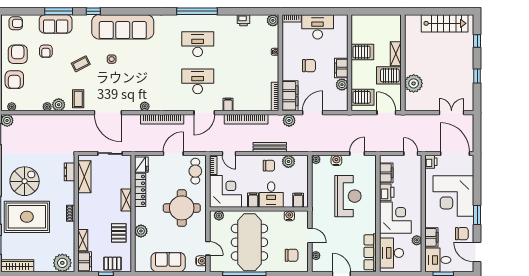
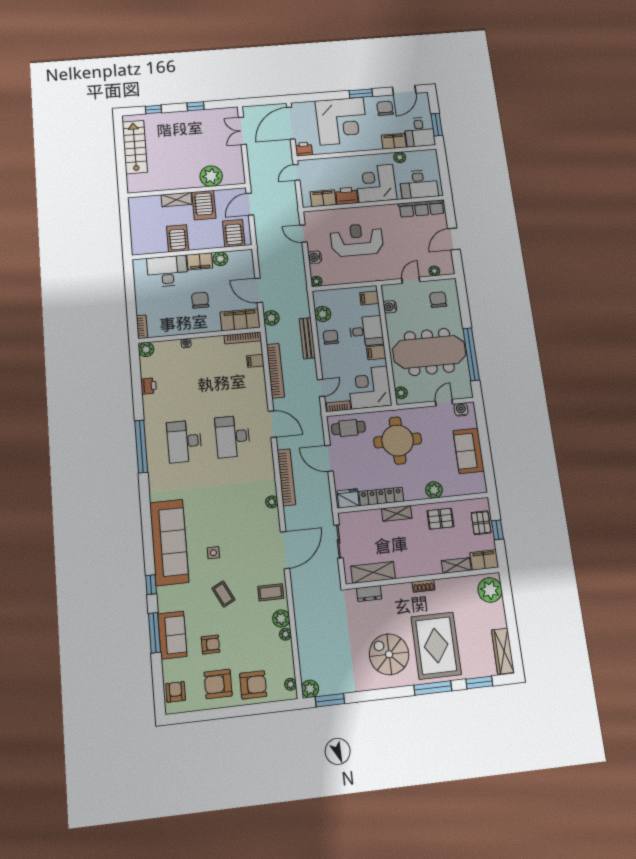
desk: (318, 27) -> (167, 271), moved, turned 90
filing cabinet: (228, 105) -> (255, 361), moved

